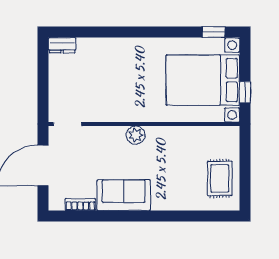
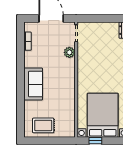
plant: (136, 135) -> (69, 52), moved
sofa: (124, 195) -> (33, 84), moved

